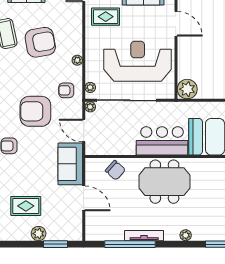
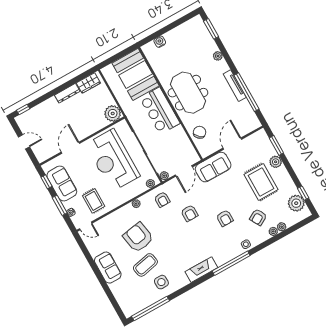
armchair: (35, 111) -> (189, 213), width x0.53, depth x0.53
rug: (26, 206) -> (261, 182), width x1.36, depth x1.43

